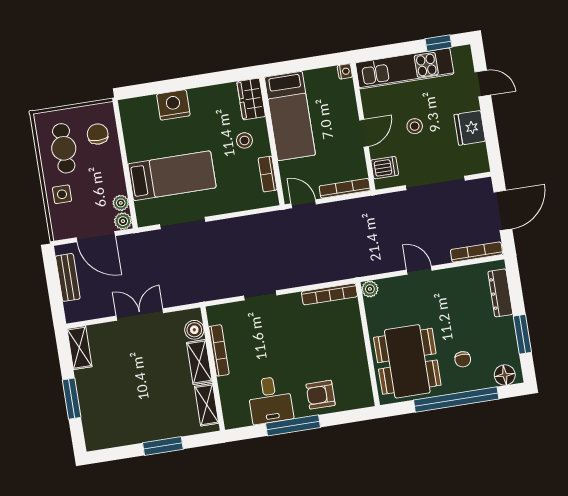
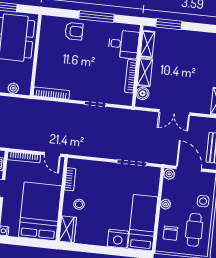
bed: (290, 116) -> (40, 211), width x1.50
bed: (172, 176) -> (143, 223), moved, turned 90
plant: (121, 203) -> (166, 204), moved
plant: (370, 289) -> (13, 88), moved
desk: (270, 400) -> (124, 44), moved, turned 90
window: (163, 446) -> (169, 24), moved

